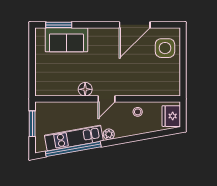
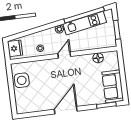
door: (135, 25) -> (66, 110), moved
sofa: (66, 40) -> (113, 86), moved, turned -90
side table: (165, 48) -> (22, 80), moved
floor lamp: (85, 89) -> (98, 58), moved

